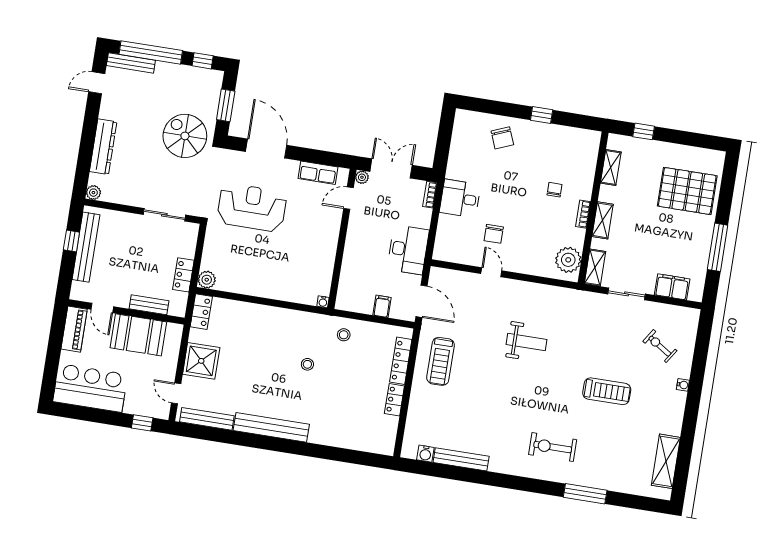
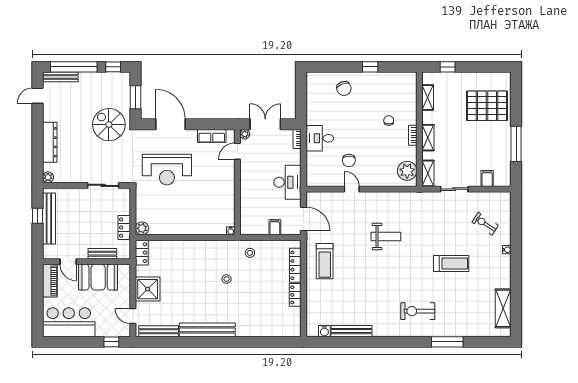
reception desk: (252, 207) -> (167, 170), turned 180
filing cabinet: (672, 287) -> (487, 178), width x0.50

